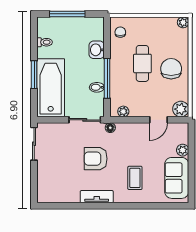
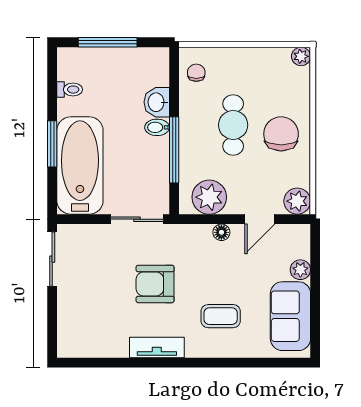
bidet: (97, 87) -> (157, 127), moved
plant: (123, 111) -> (209, 197), width x1.87, depth x1.87
floor lamp: (110, 128) -> (221, 232), moved
coffee table: (135, 178) -> (221, 316), turned 90

